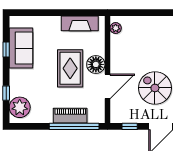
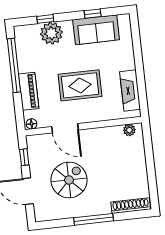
floor lamp: (96, 64) -> (32, 124), moved, width x0.53, depth x0.53
plant: (20, 107) -> (51, 33), moved
window: (74, 126) -> (14, 65), moved

